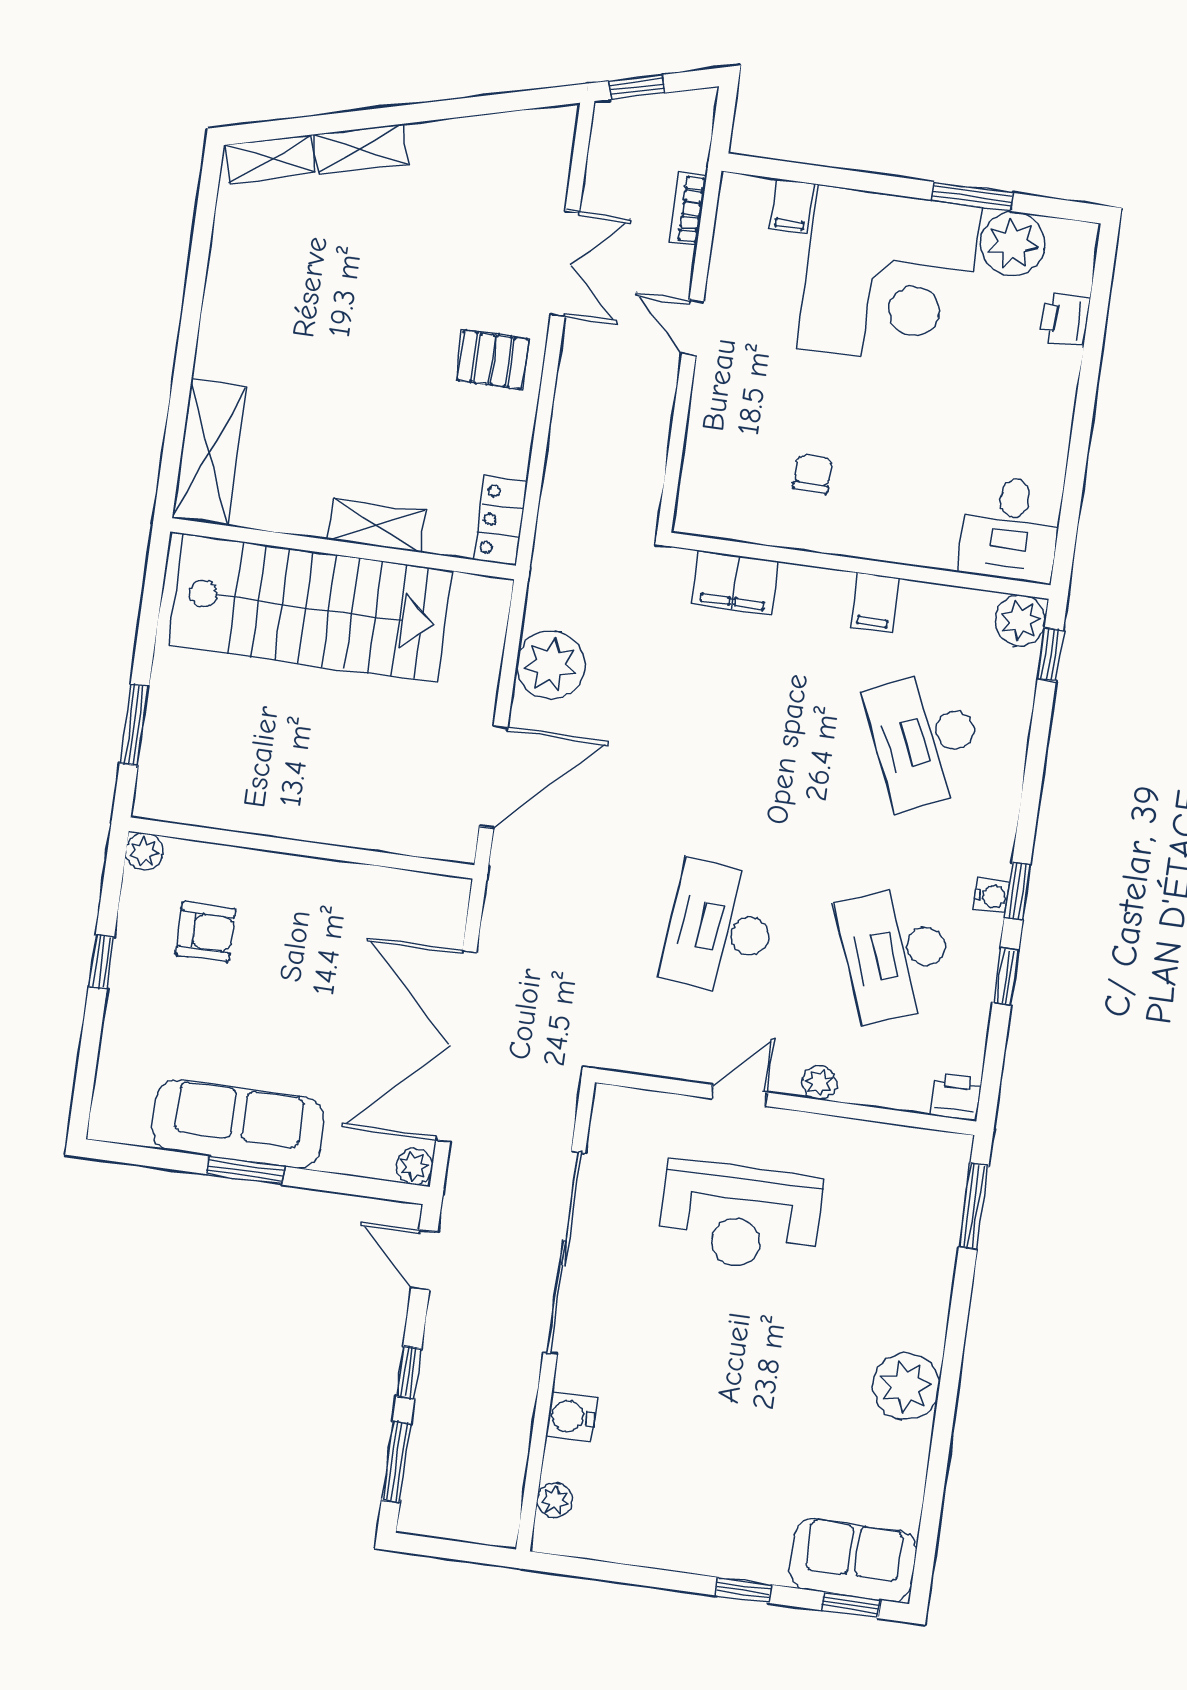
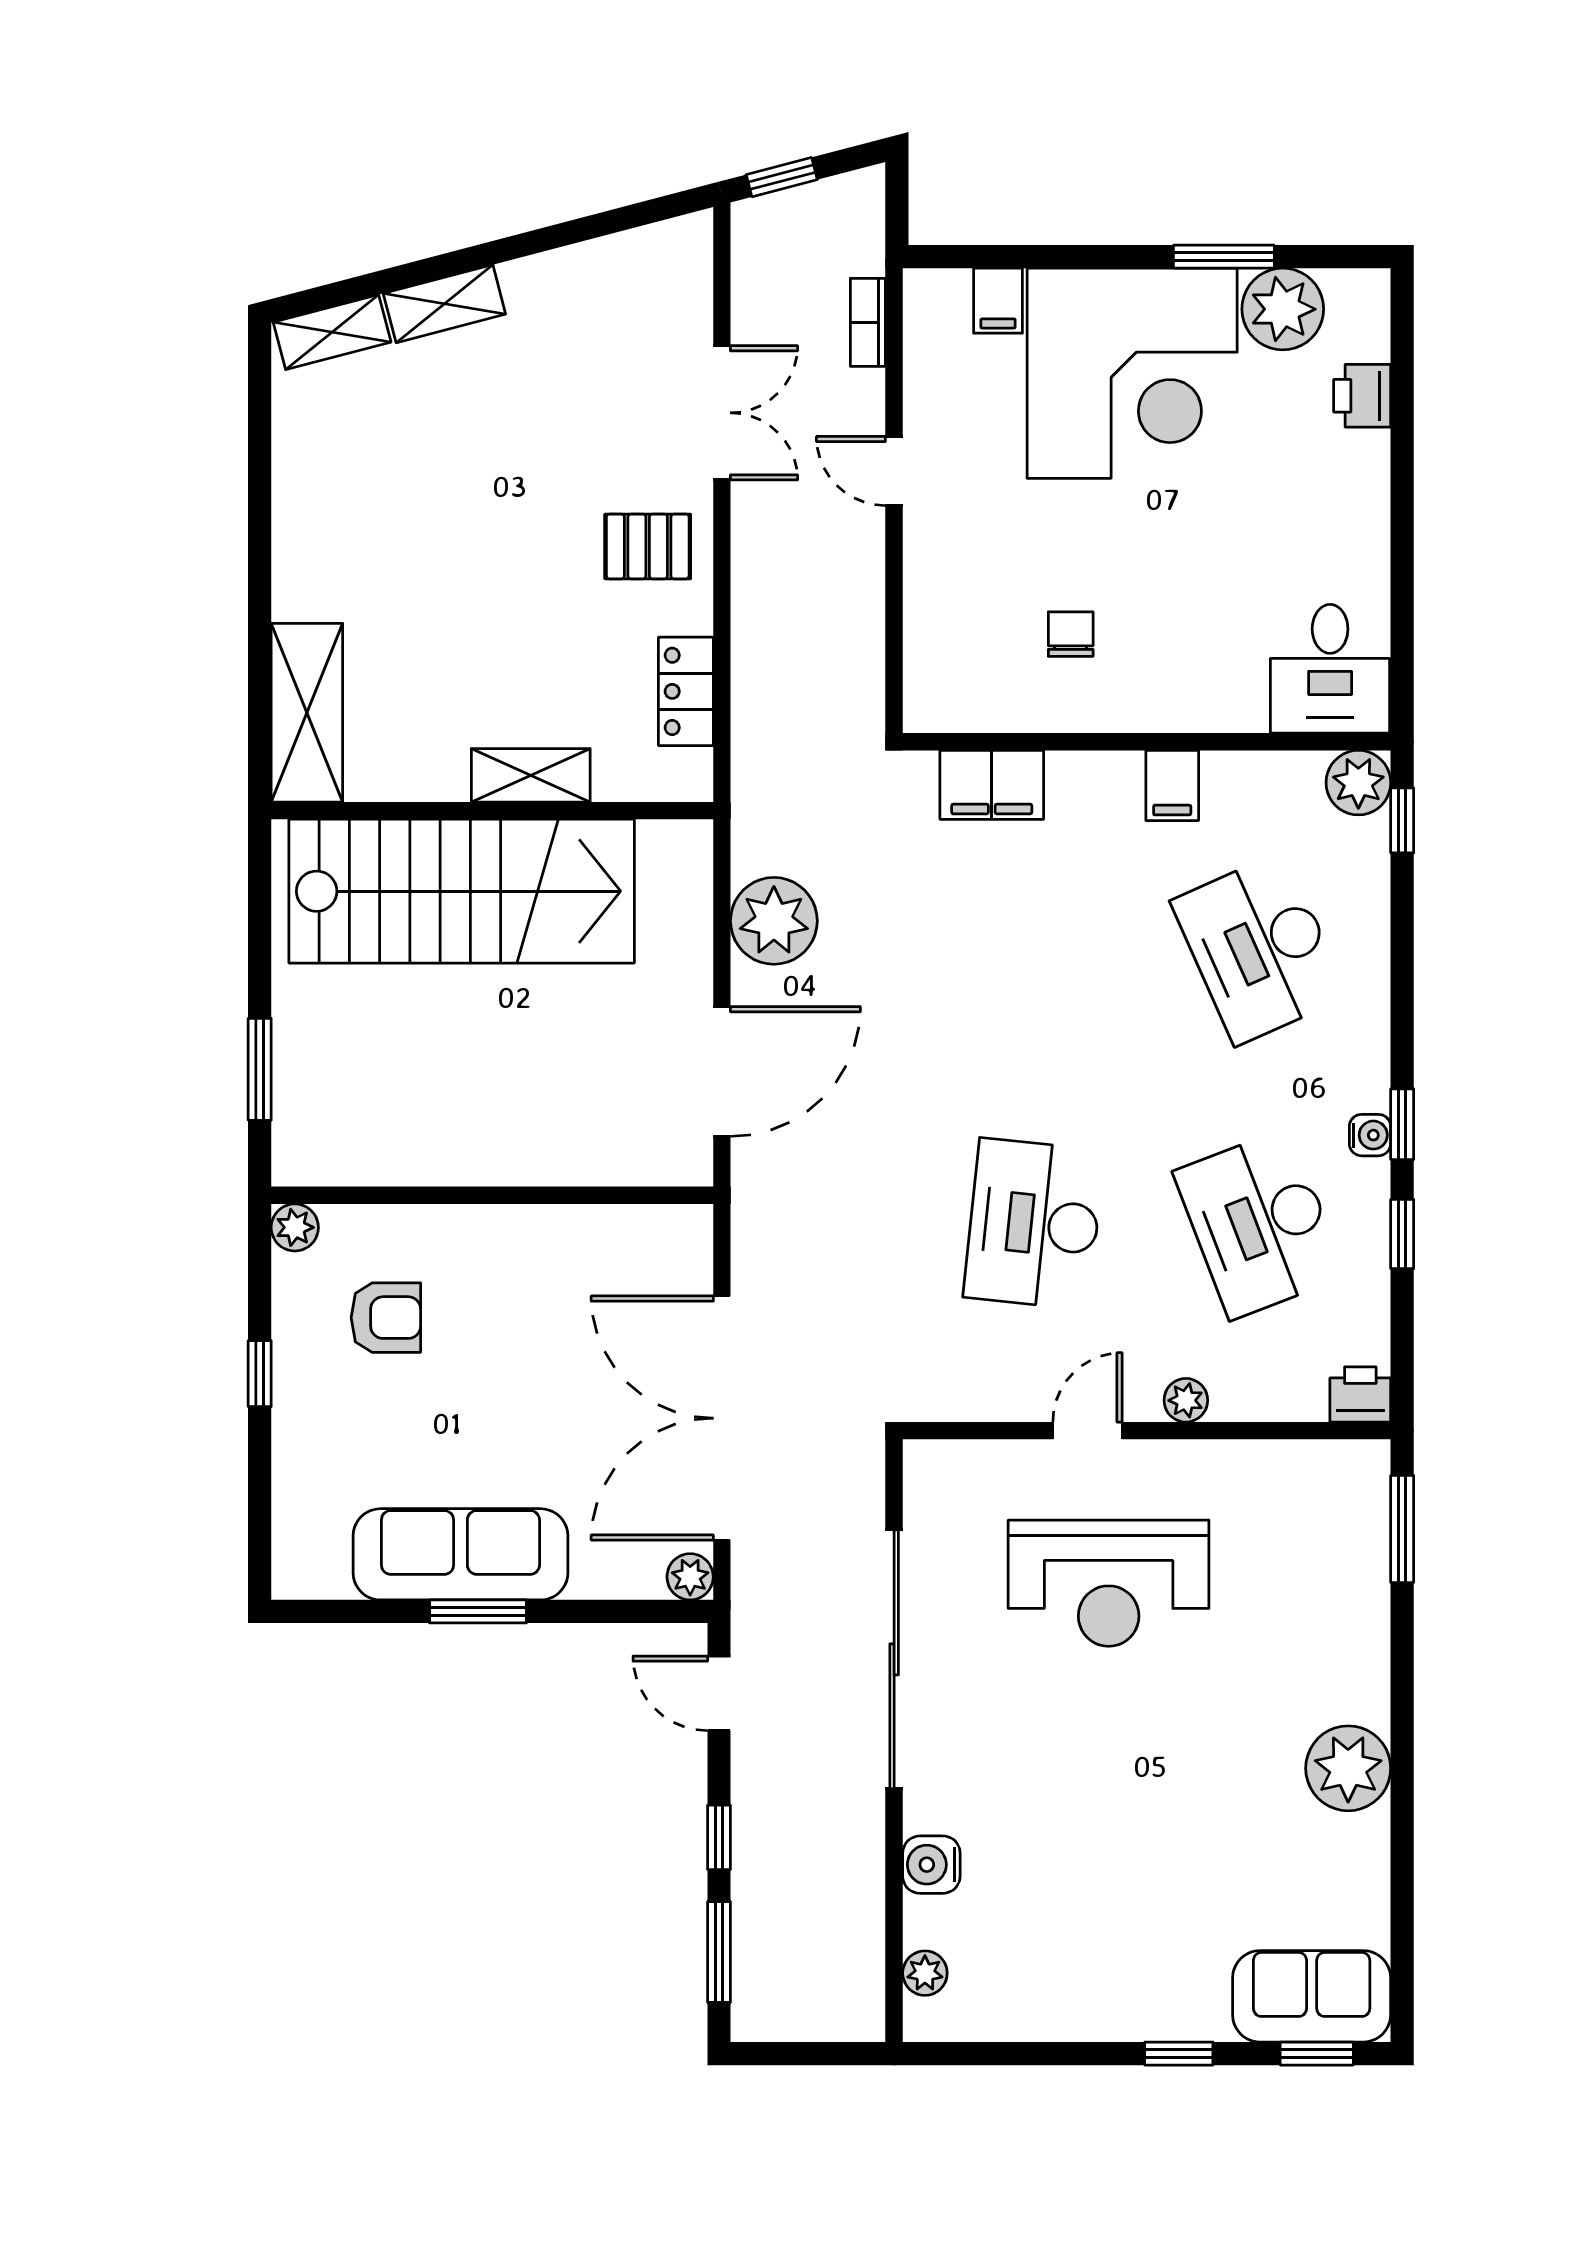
locker: (501, 521) -> (686, 691), moved

